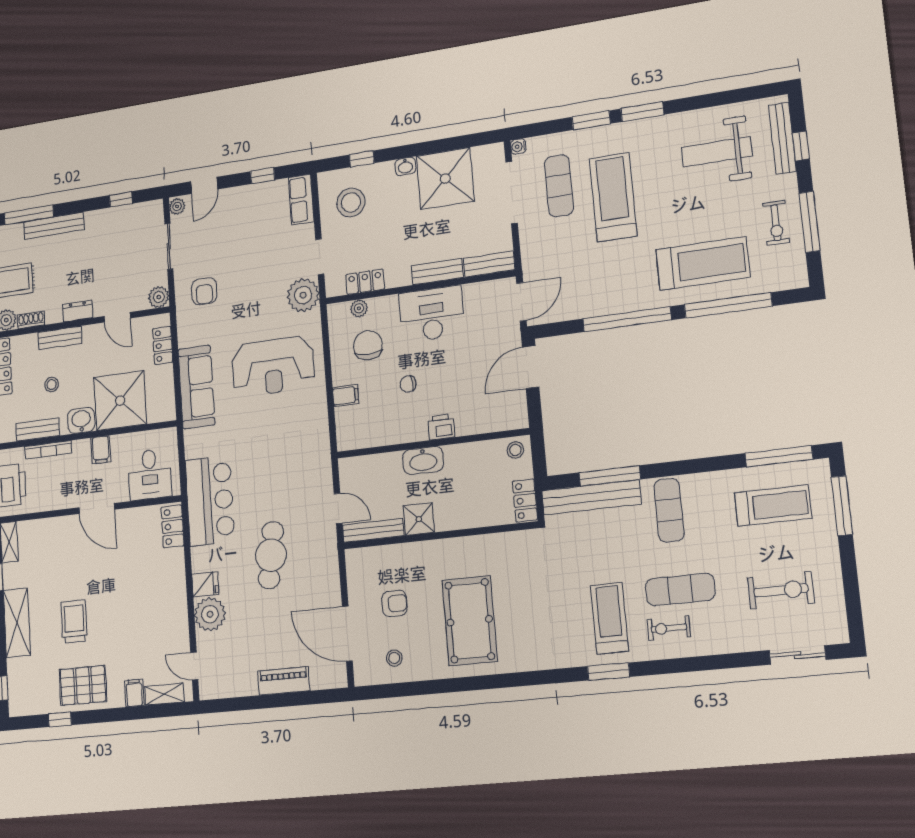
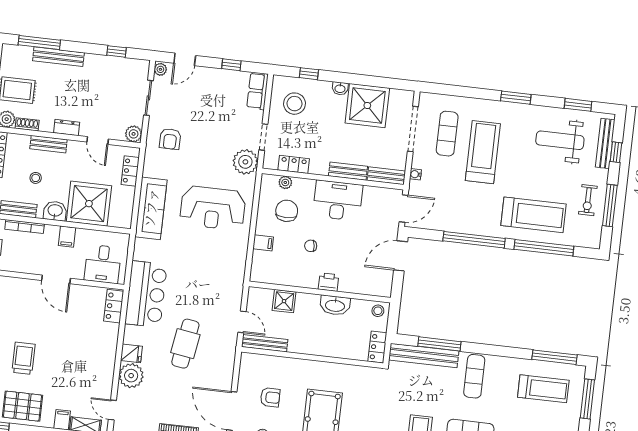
window: (591, 120) -> (578, 105), moved
water cooler: (518, 146) -> (415, 174), moved
washbasin: (423, 461) -> (335, 305), moved
shower: (419, 519) -> (284, 301), moved

